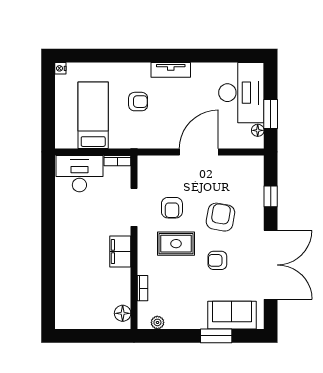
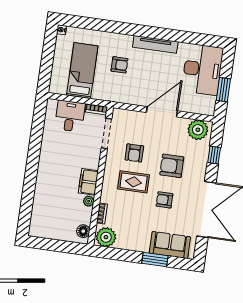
tv unit: (171, 70) -> (155, 44), width x1.41
floor lamp: (258, 130) -> (211, 101), removed
plant: (246, 168) -> (198, 130), added
desk: (79, 174) -> (70, 116), width x0.73
doorway: (134, 207) -> (106, 133), moved
armchair: (220, 217) -> (172, 166), turned -100
plant: (124, 275) -> (89, 201), added
plant: (157, 322) -> (106, 237), width x1.87, depth x1.87

